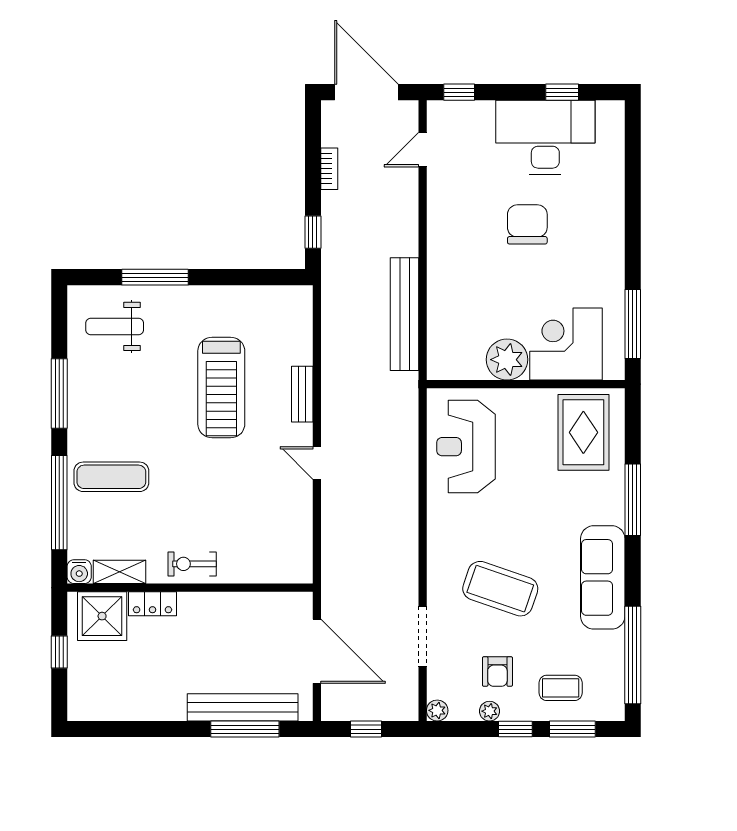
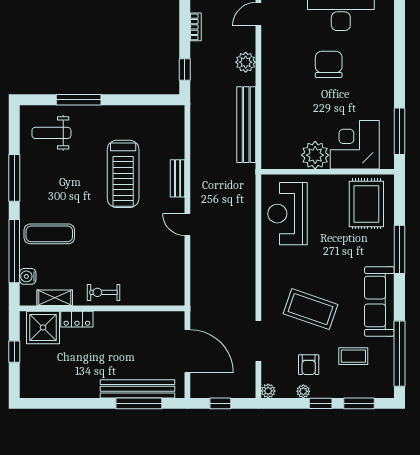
plant: (404, 221) -> (246, 62), added
water cooler: (79, 572) -> (28, 276), moved, turned 90
coffee table: (561, 688) -> (353, 356), moved

